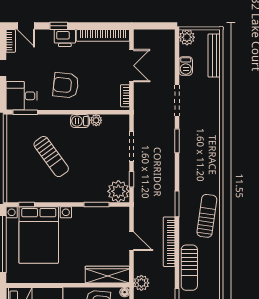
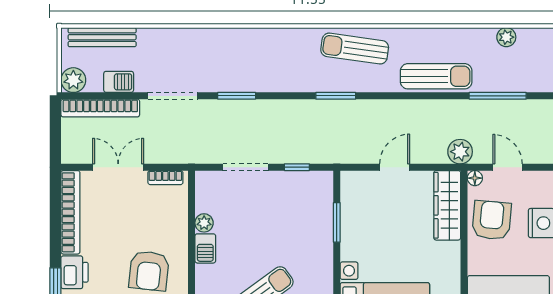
plant: (118, 191) -> (316, 188), removed
bookcase: (169, 242) -> (100, 108), moved

